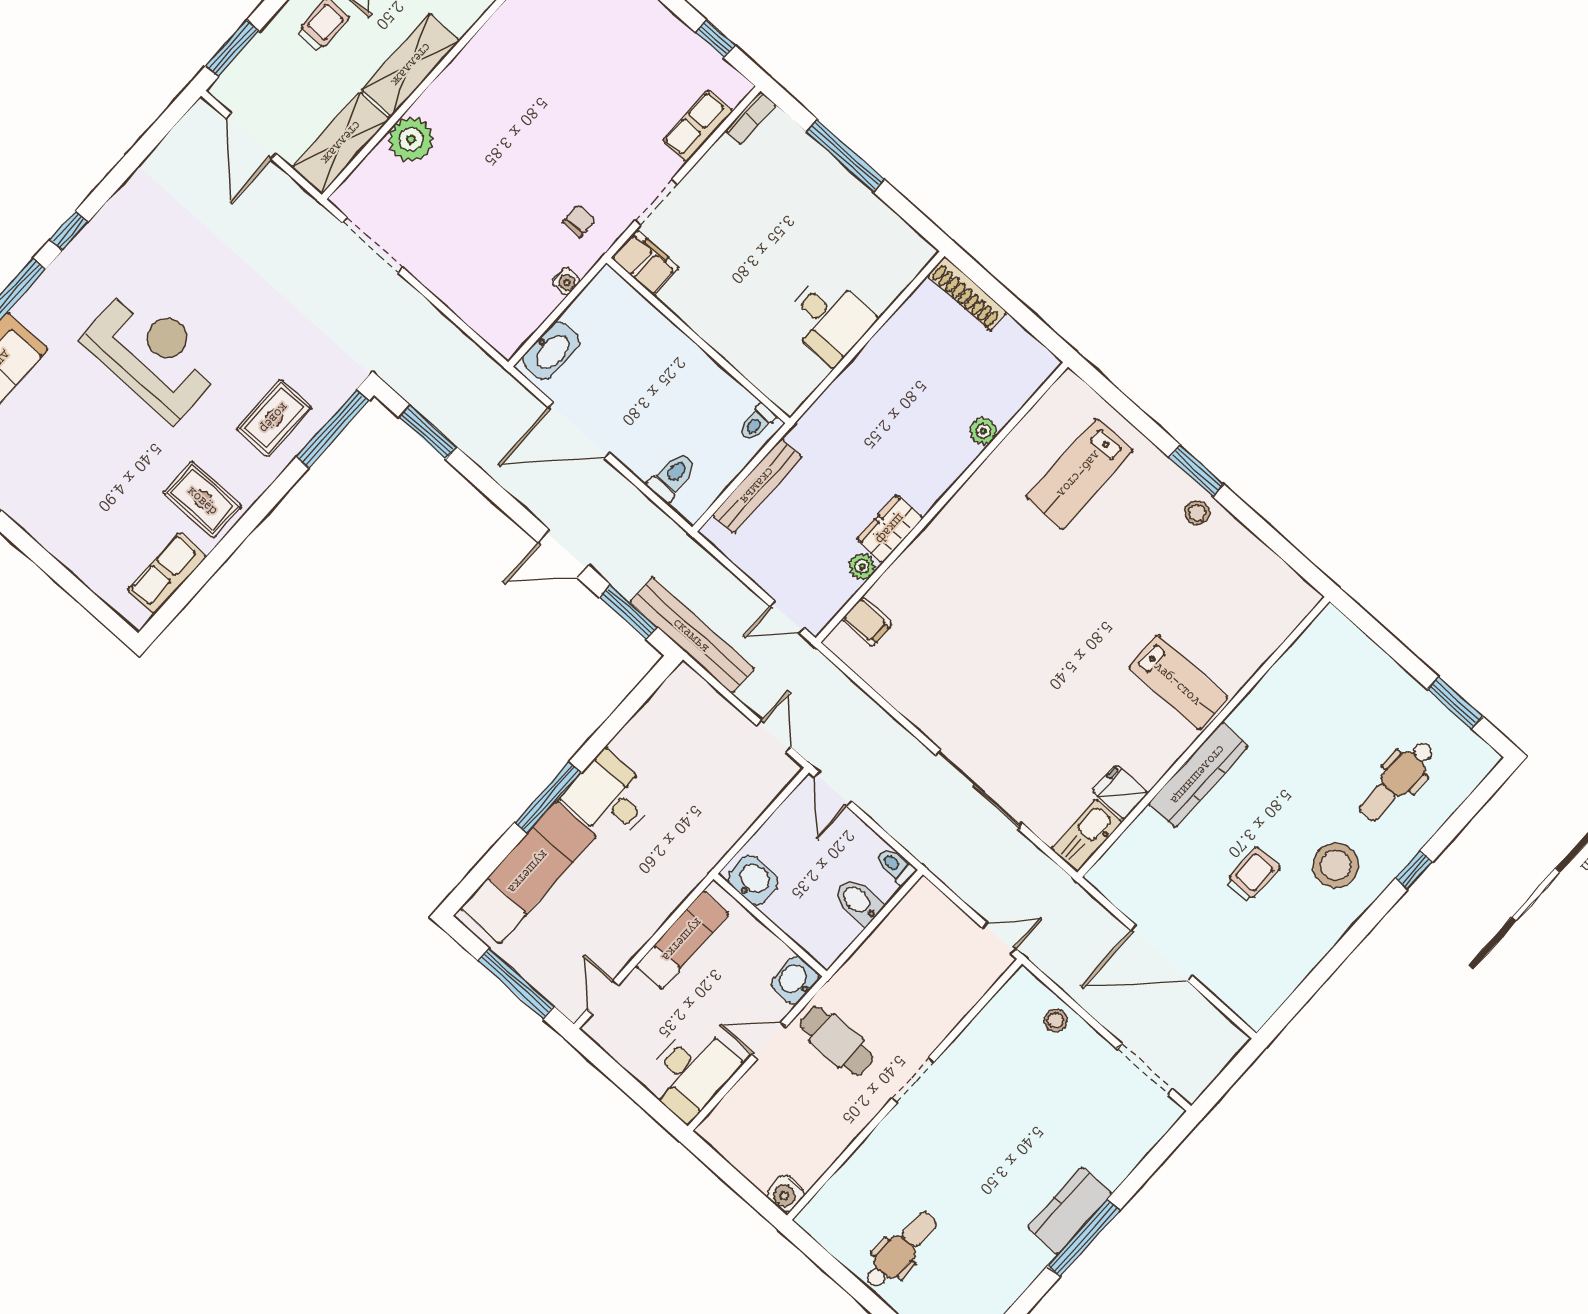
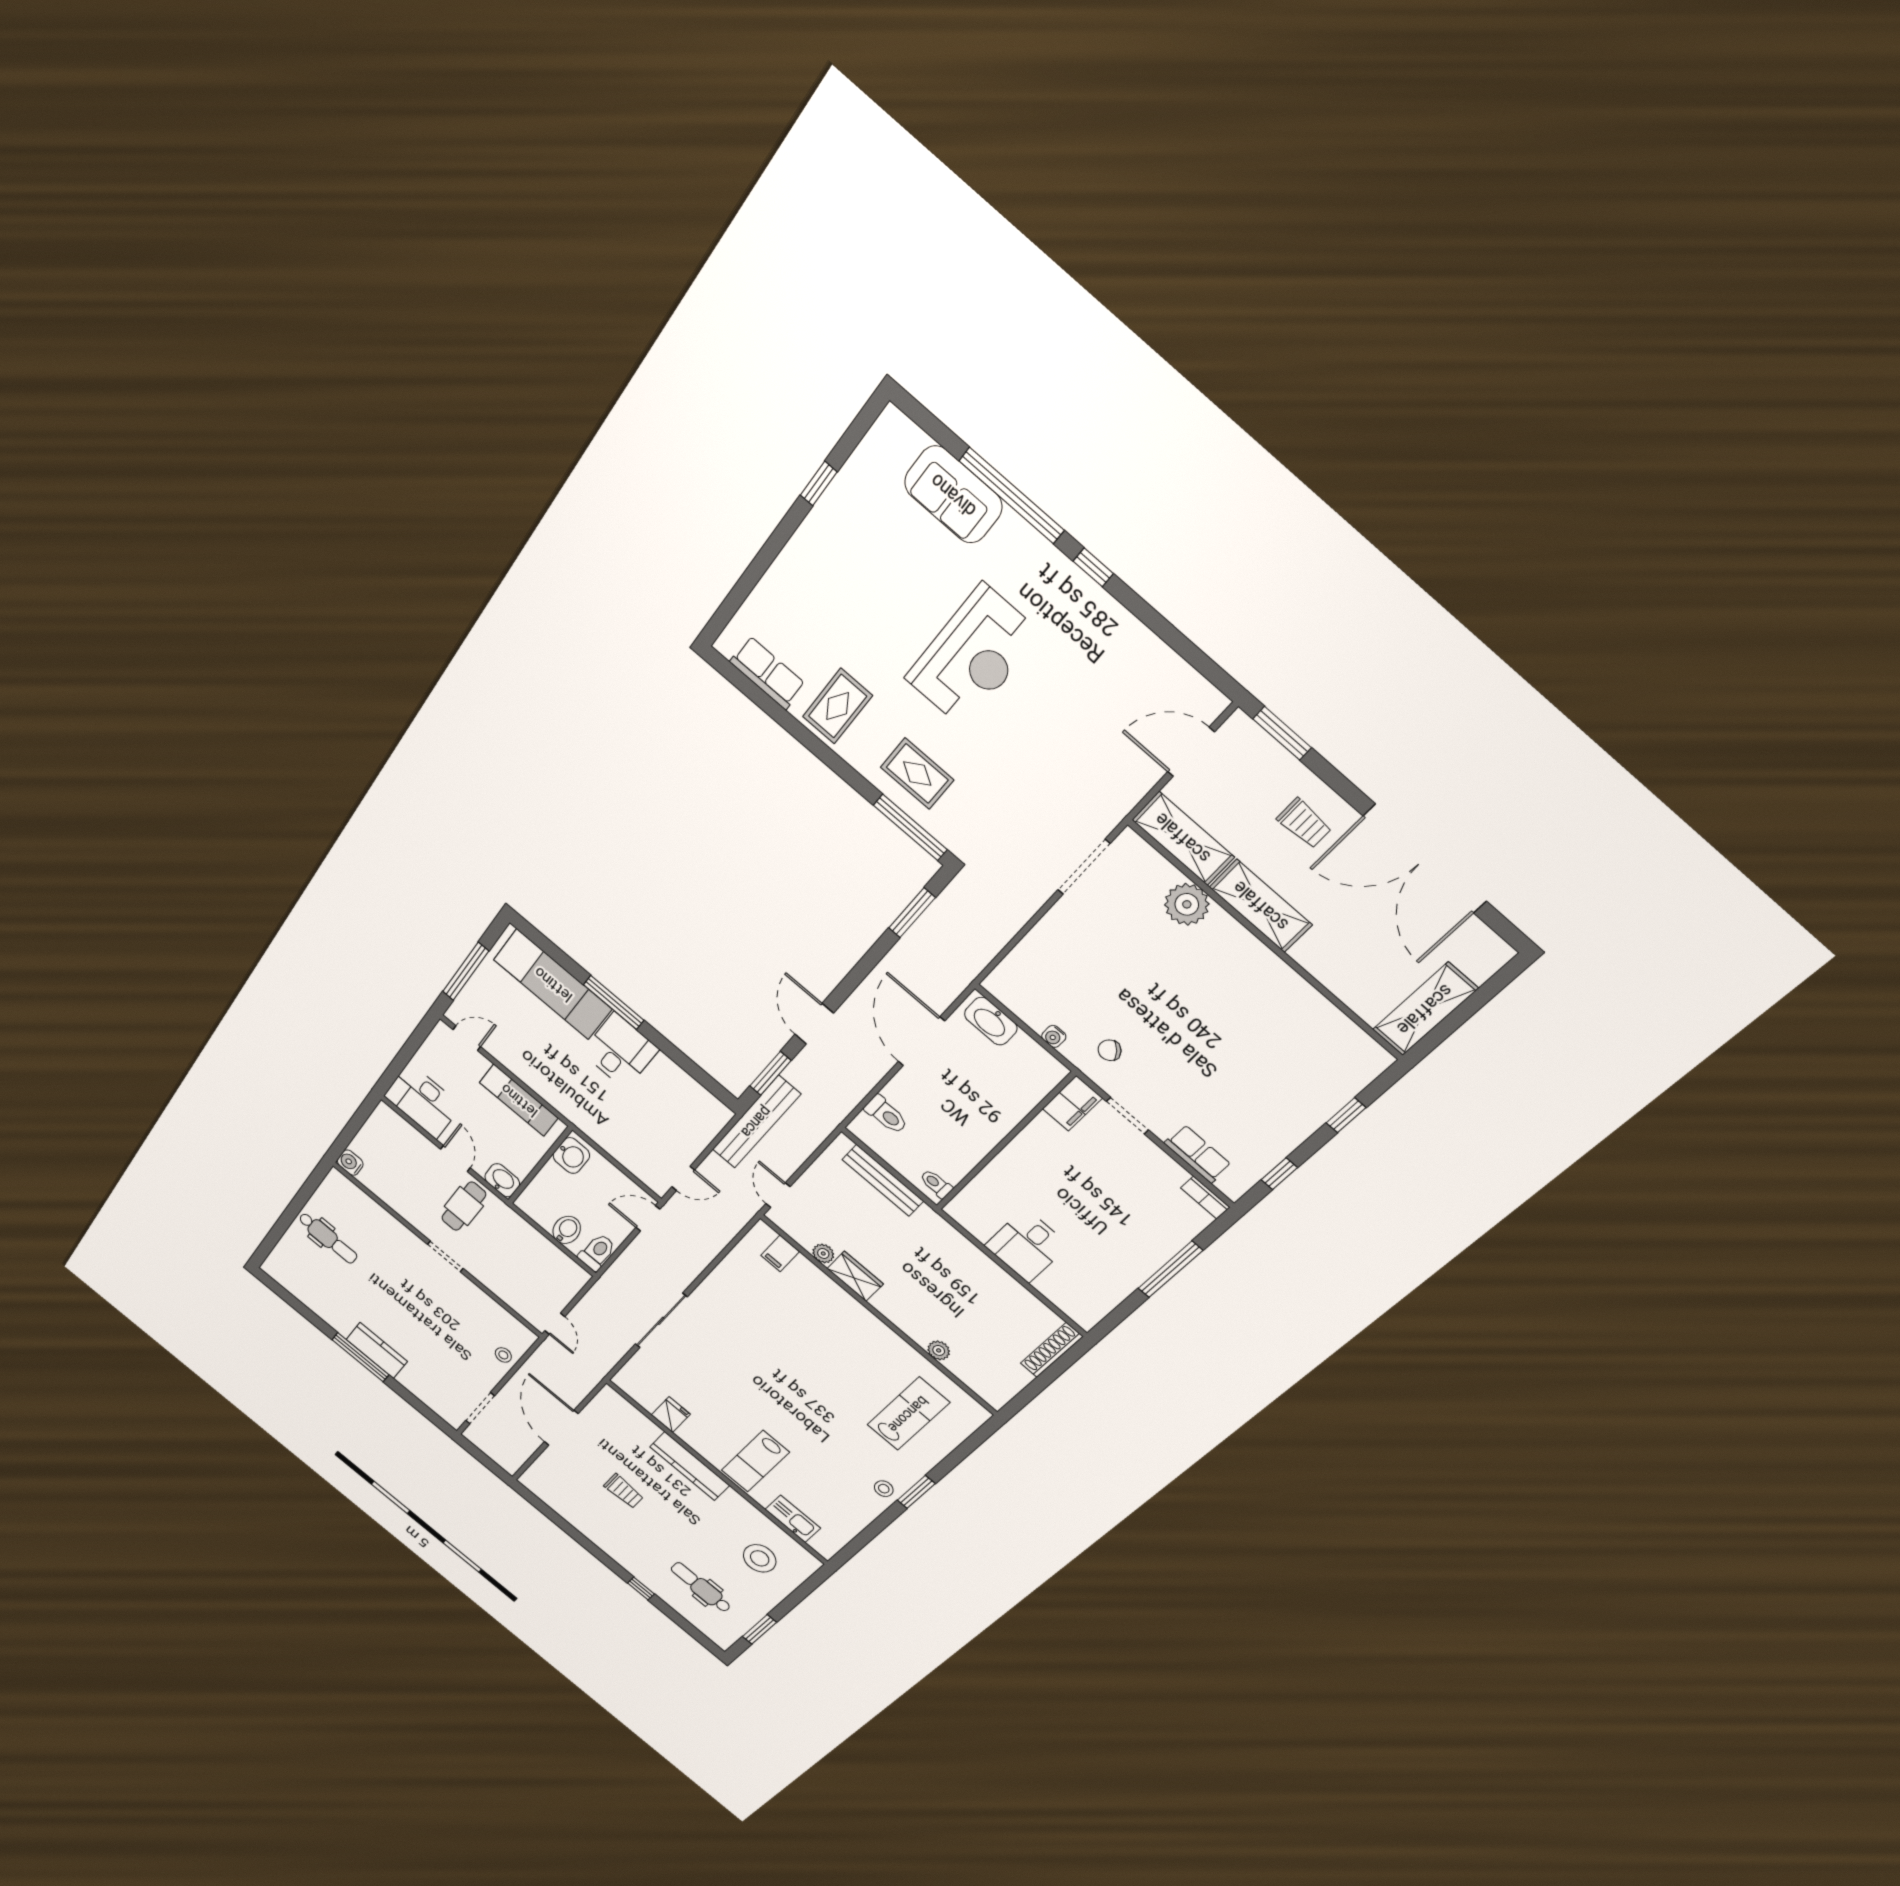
chair: (579, 221) -> (1110, 1050), turned 140
lab bench: (1079, 474) -> (908, 1414), turned 90
kitchen sink: (1086, 836) -> (793, 1519), moved
stool: (1336, 865) -> (760, 1558), moved
toilet: (896, 866) -> (597, 1252), width x1.37, depth x1.39

